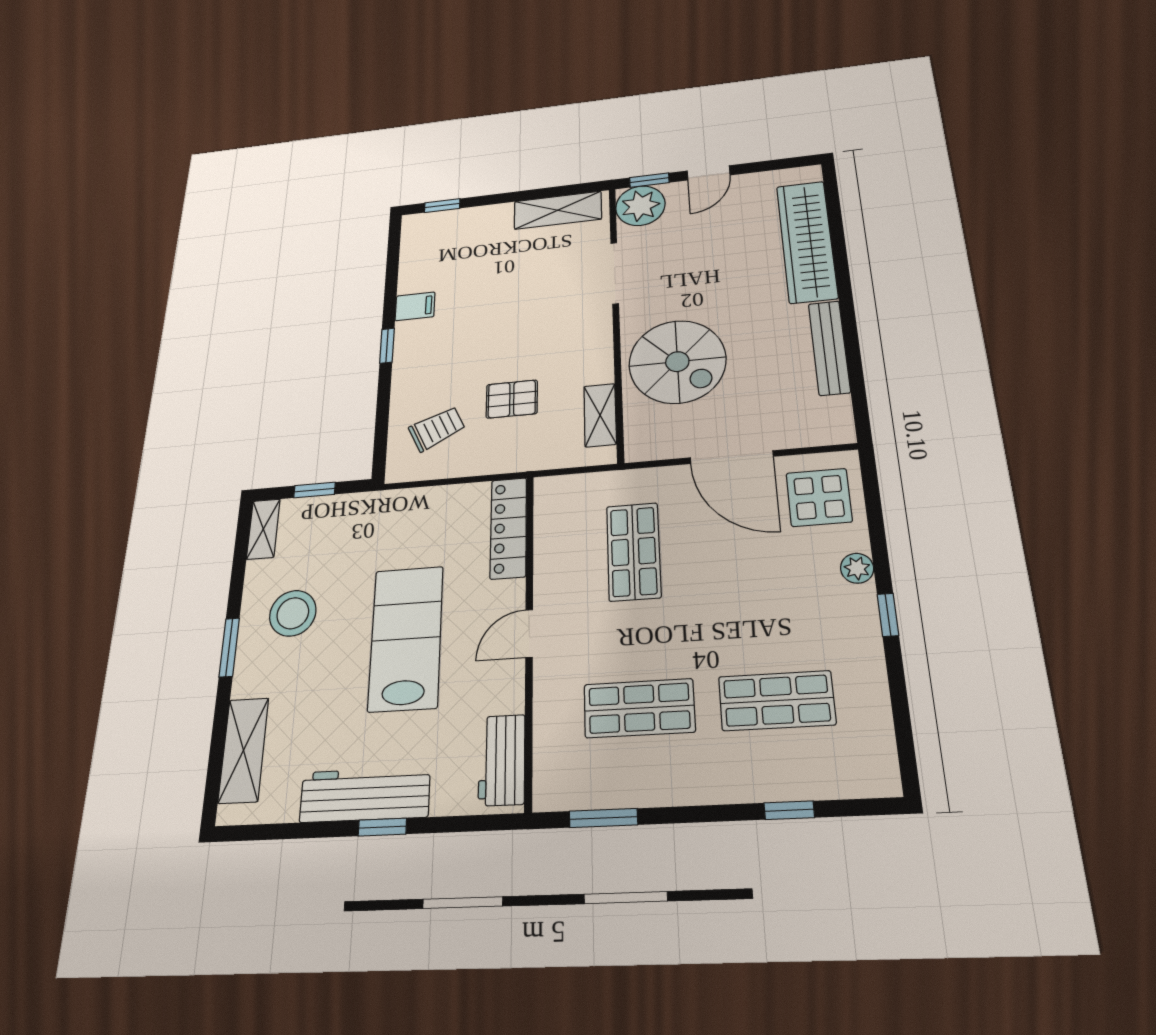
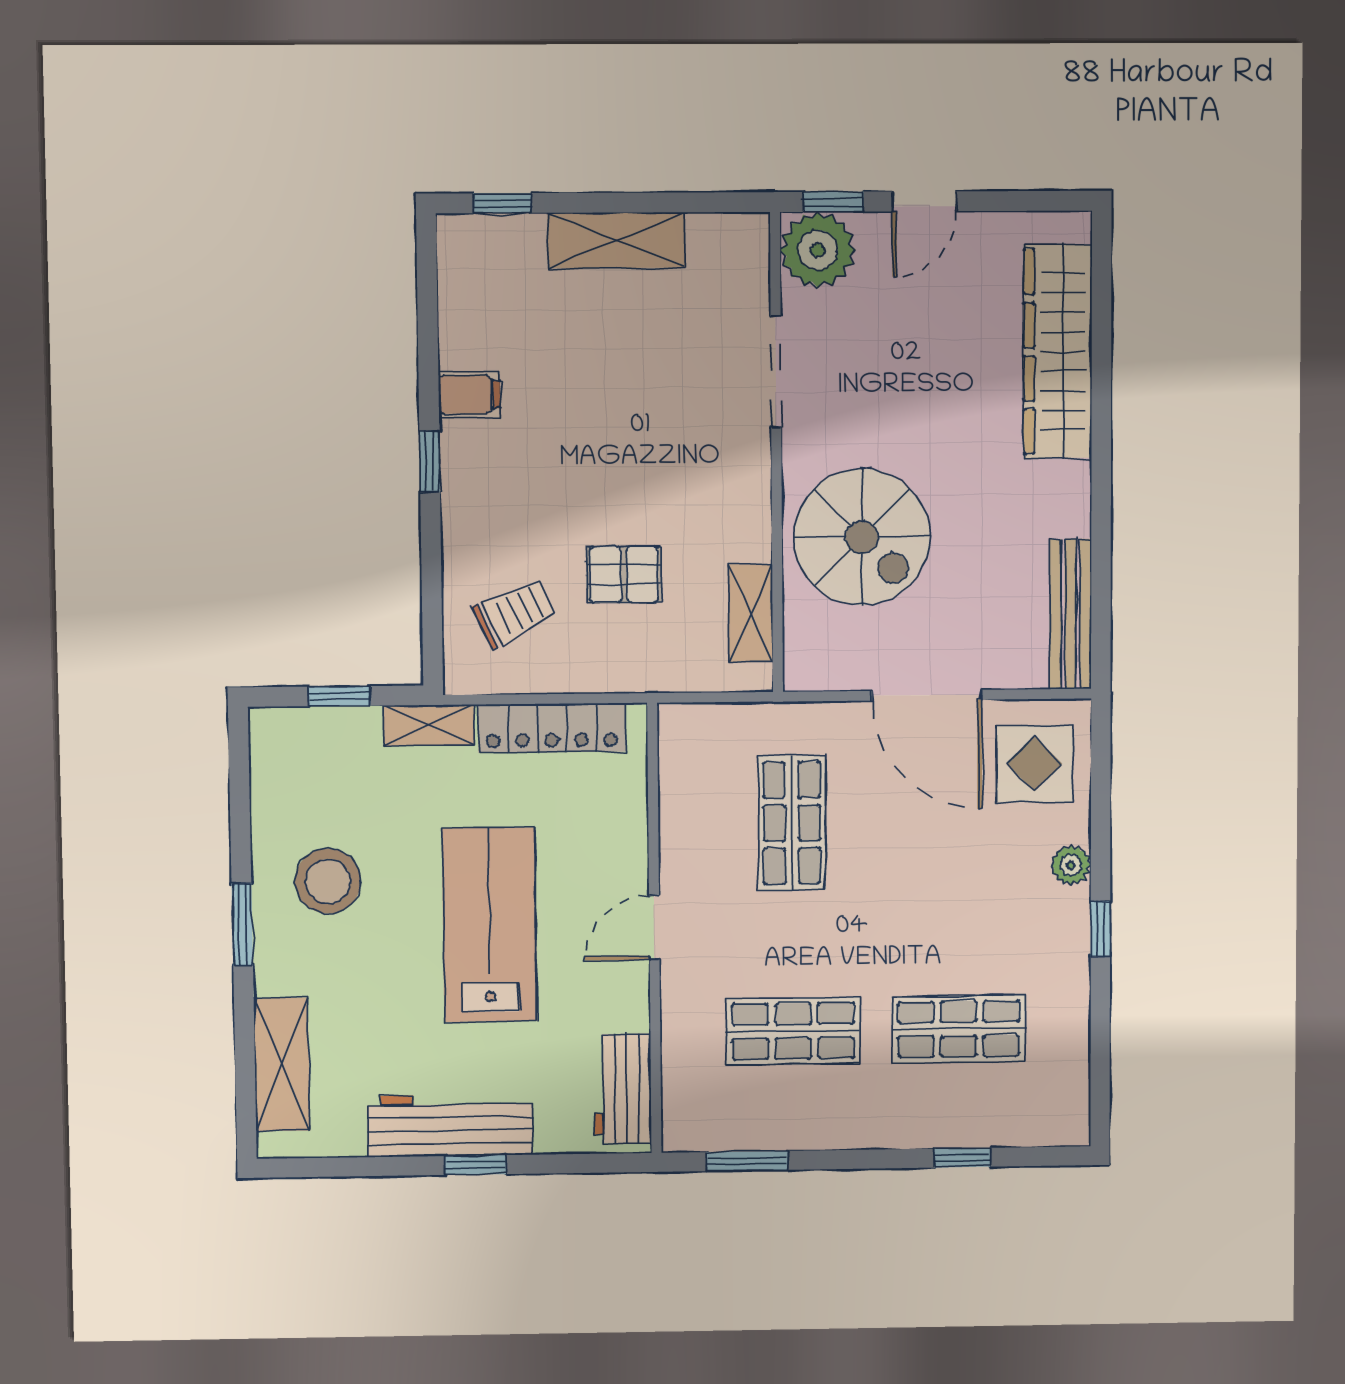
shelving: (558, 210) -> (616, 240), moved
bench: (829, 348) -> (1070, 614), moved
locker: (508, 528) -> (552, 728), moved, turned -90
shelving: (263, 529) -> (429, 725), moved, turned 90

